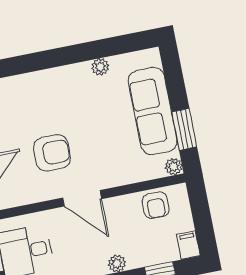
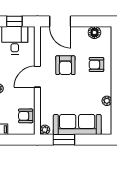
armchair: (40, 98) -> (96, 65), added

